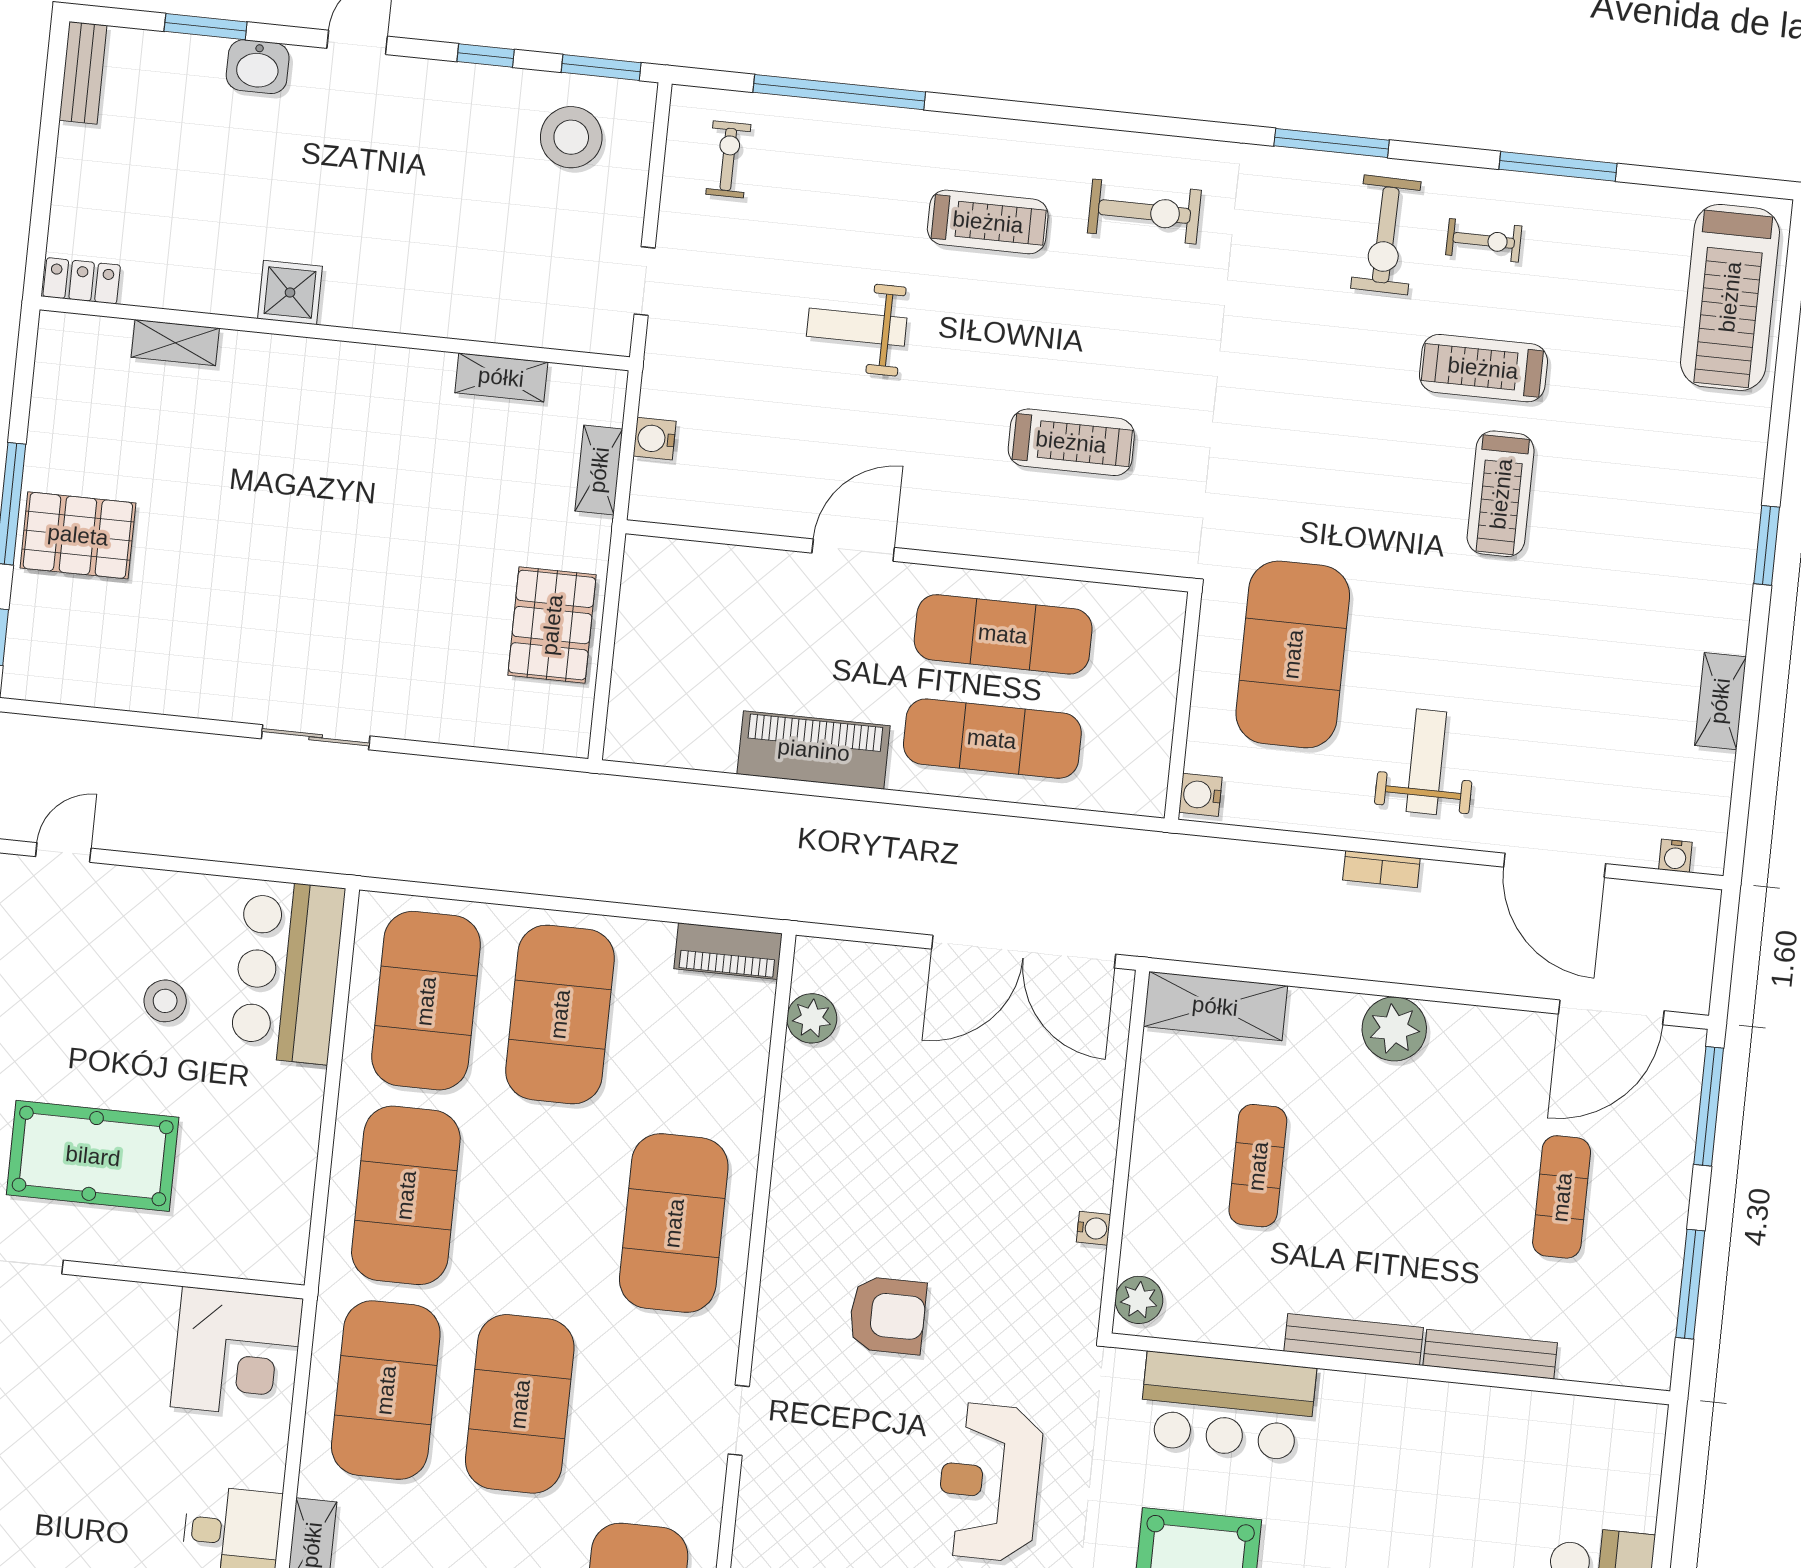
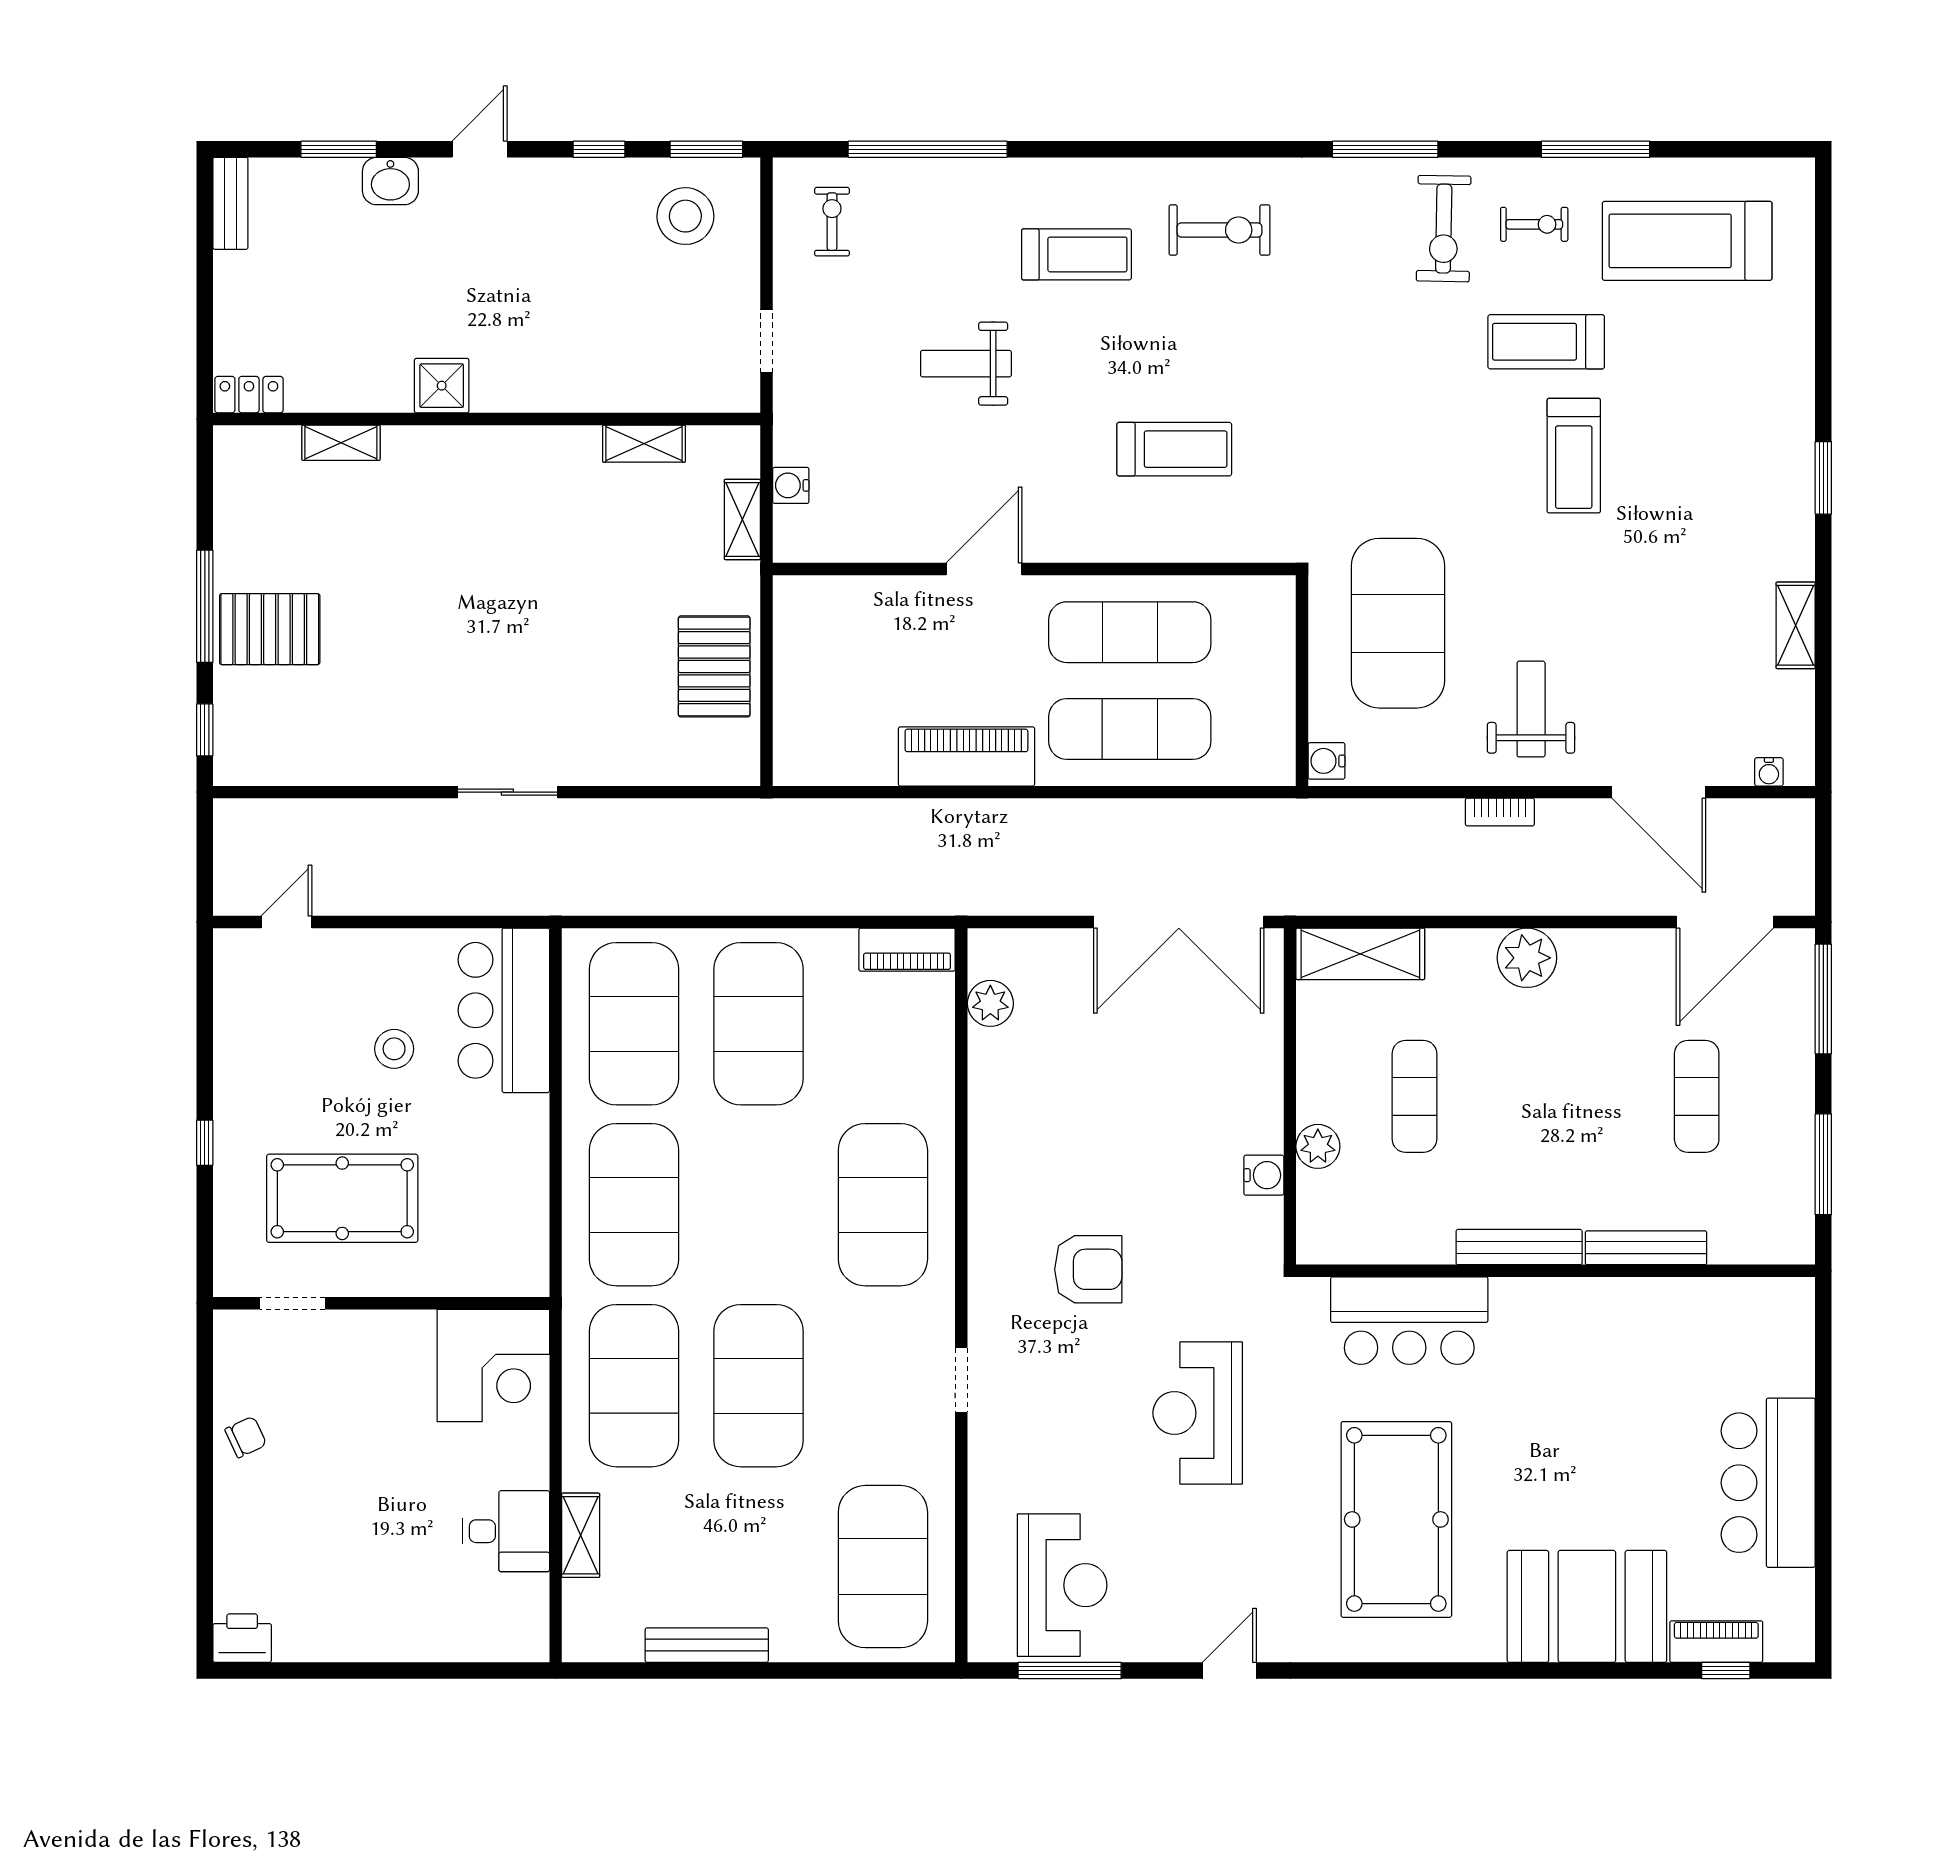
treadmill: (1730, 297) -> (1687, 241), moved, turned 90
water cooler: (1094, 1228) -> (1264, 1175), width x1.38, depth x1.38
plant: (1139, 1300) -> (1318, 1146), moved

